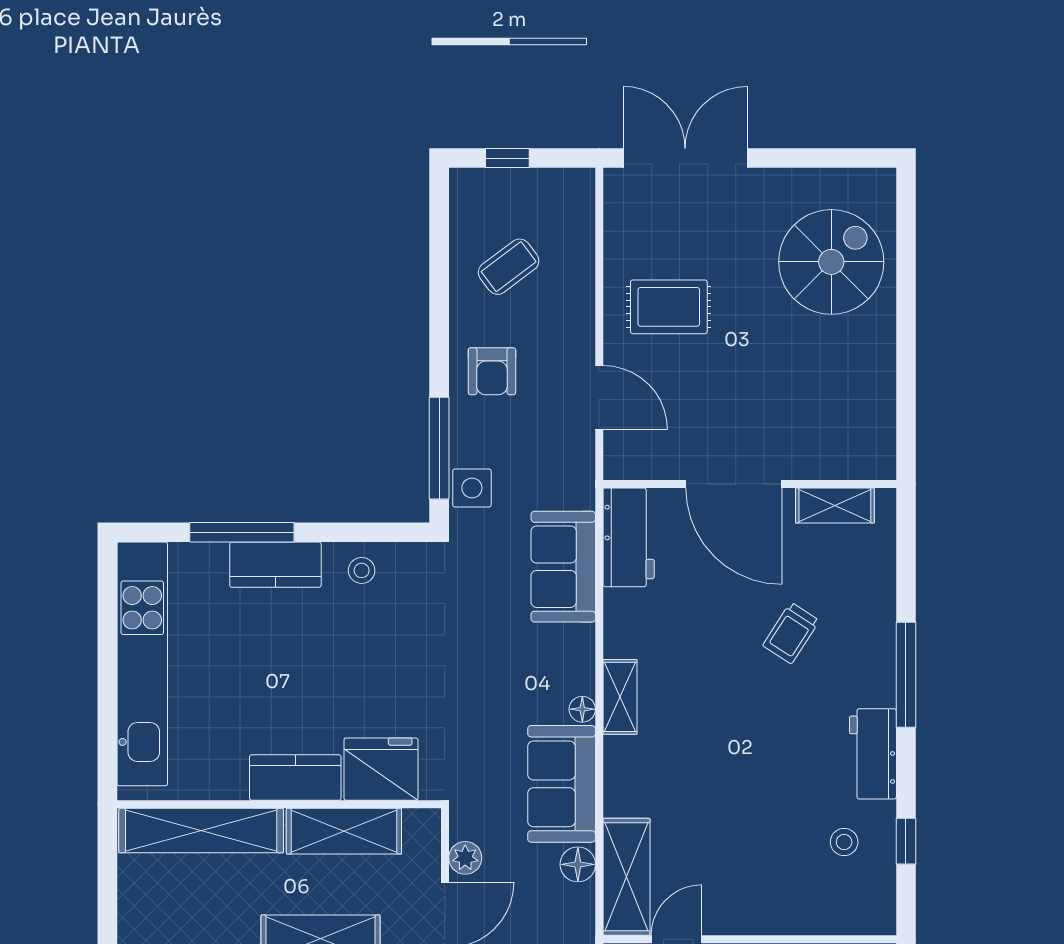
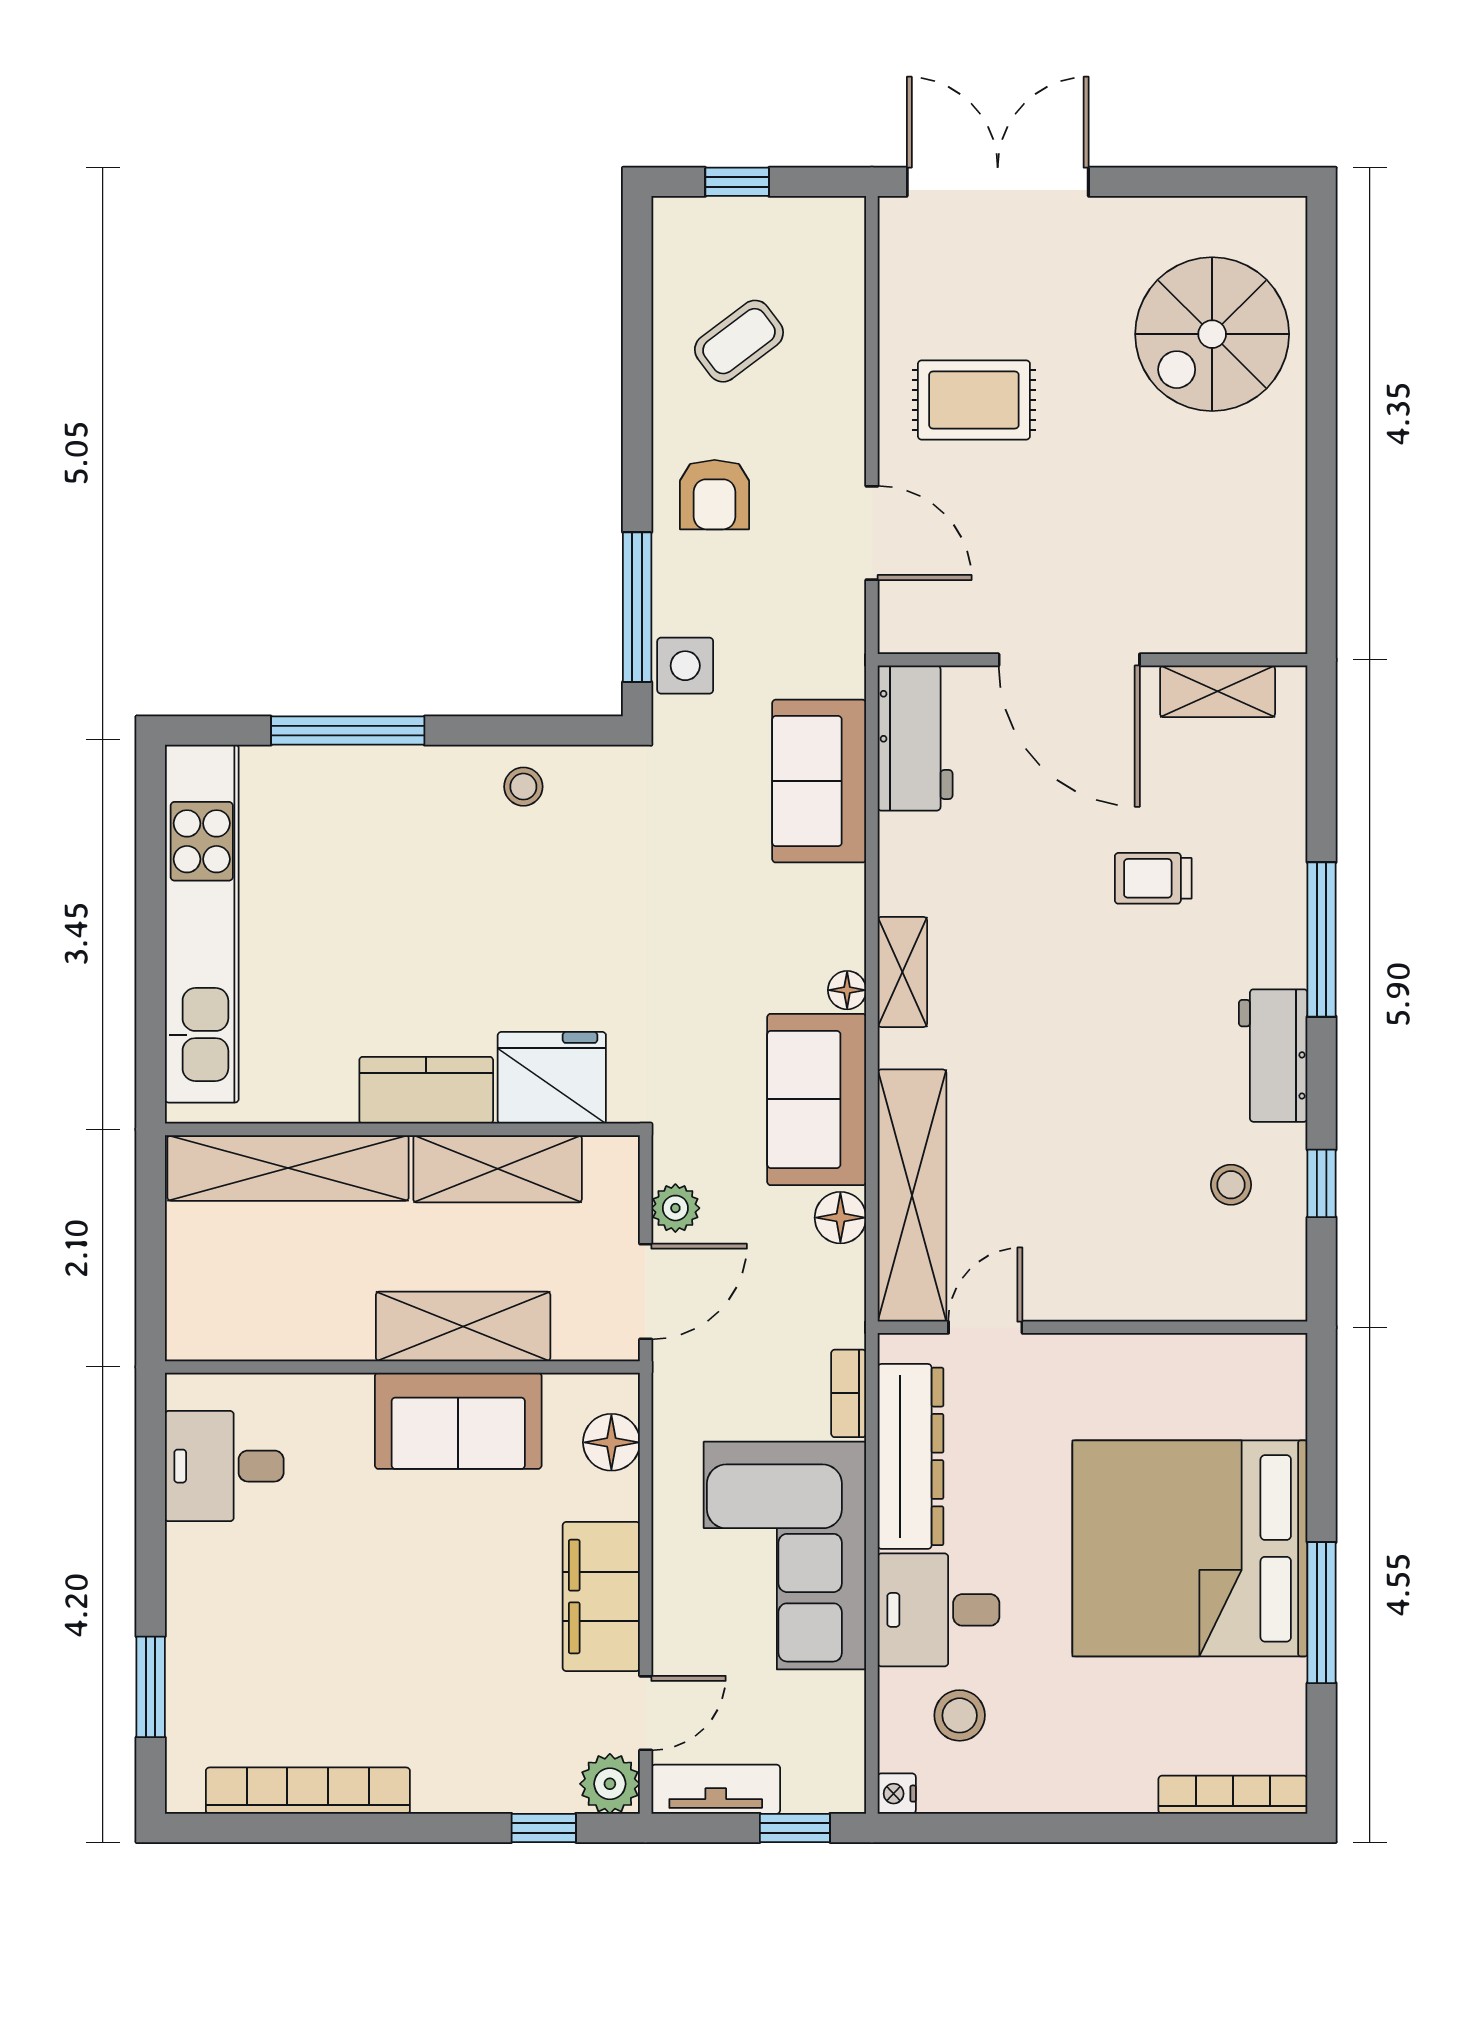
spiral stairs: (831, 262) -> (1212, 334), turned 180
kitchen counter: (275, 565) -> (397, 778), removed
trolley: (791, 633) -> (1153, 878), turned 57
shelving: (627, 877) -> (912, 1196), width x1.47

